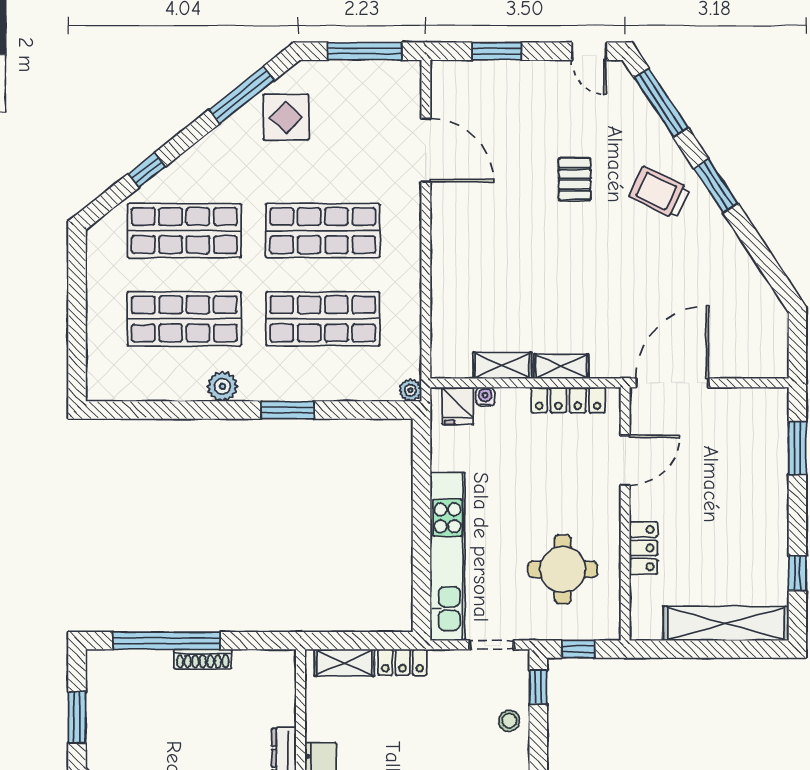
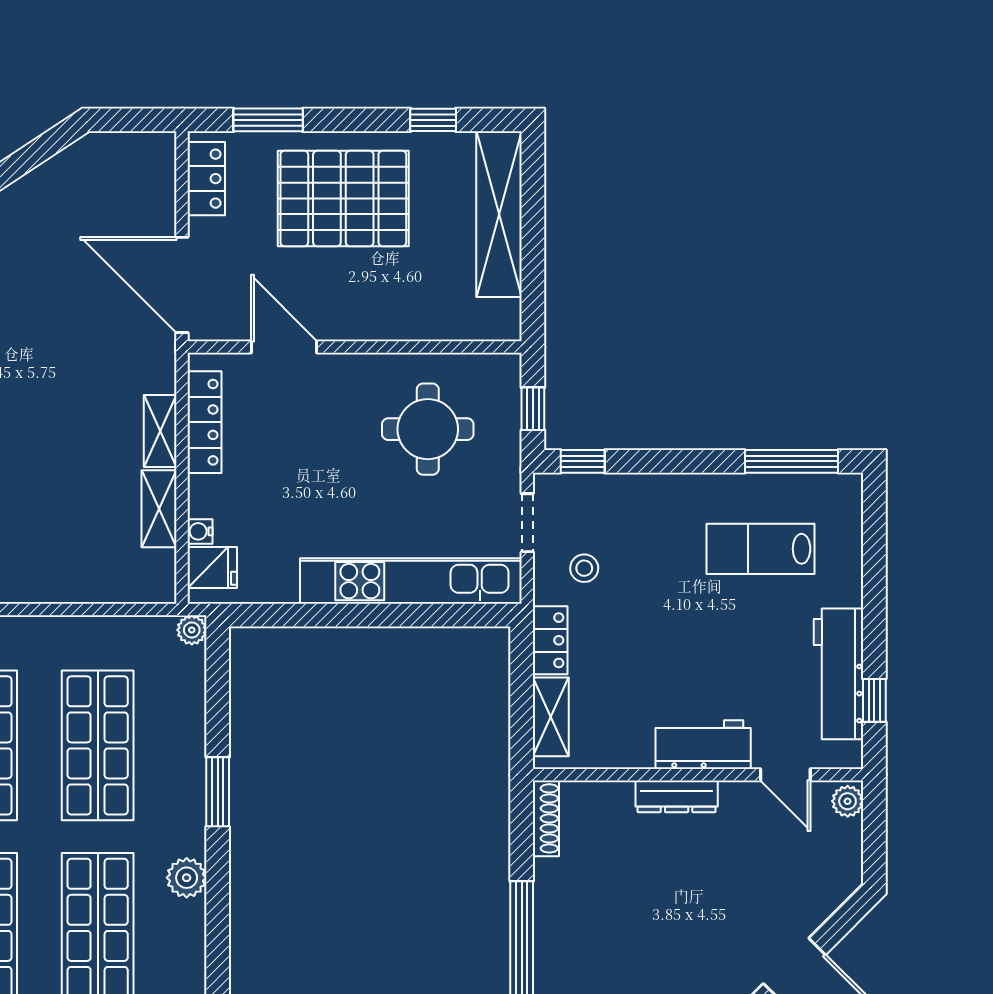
pallet: (738, 505) -> (343, 198), added
locker: (643, 548) -> (206, 179), moved, turned 90
shoe rack: (203, 659) -> (546, 818), moved
stool: (509, 721) -> (584, 568), moved

